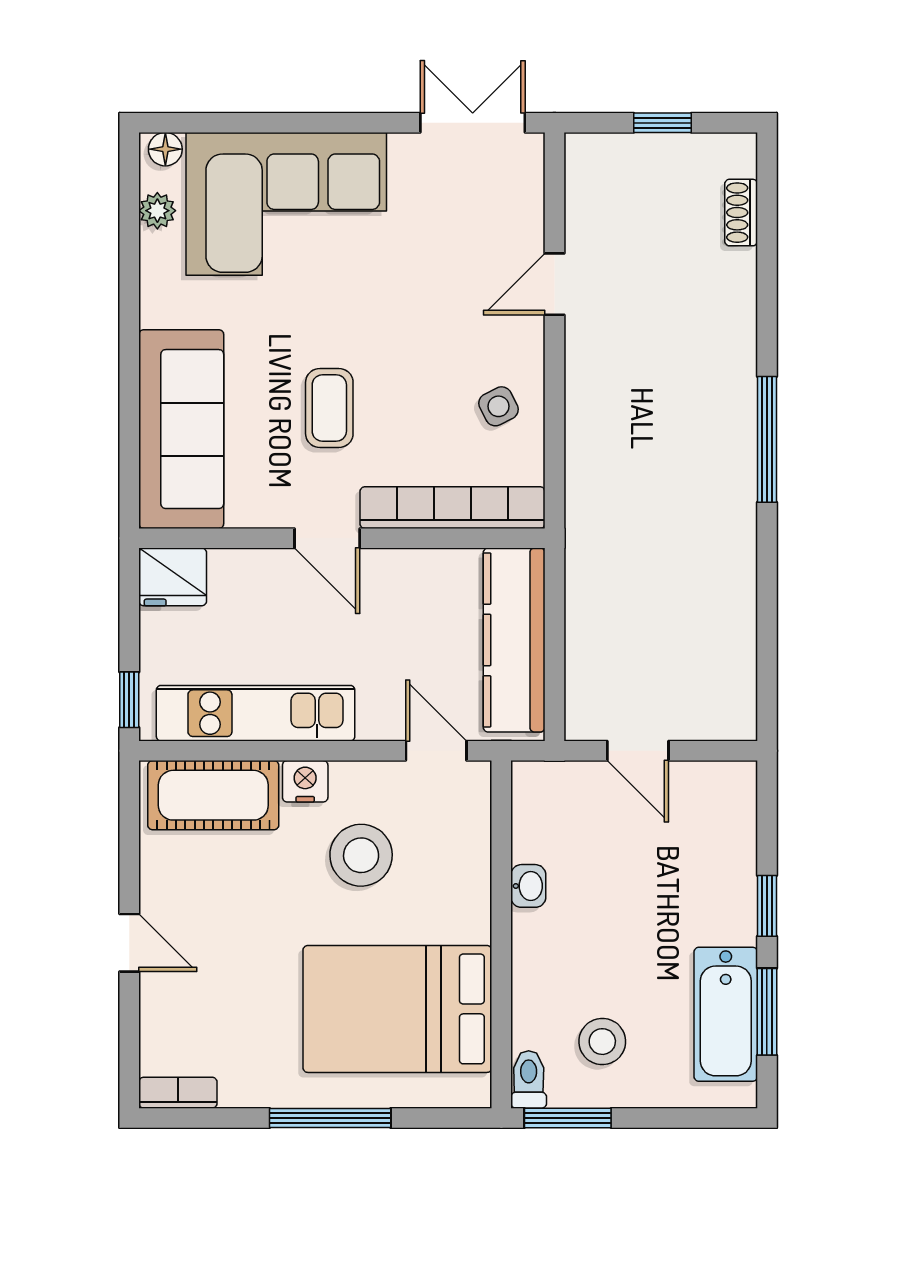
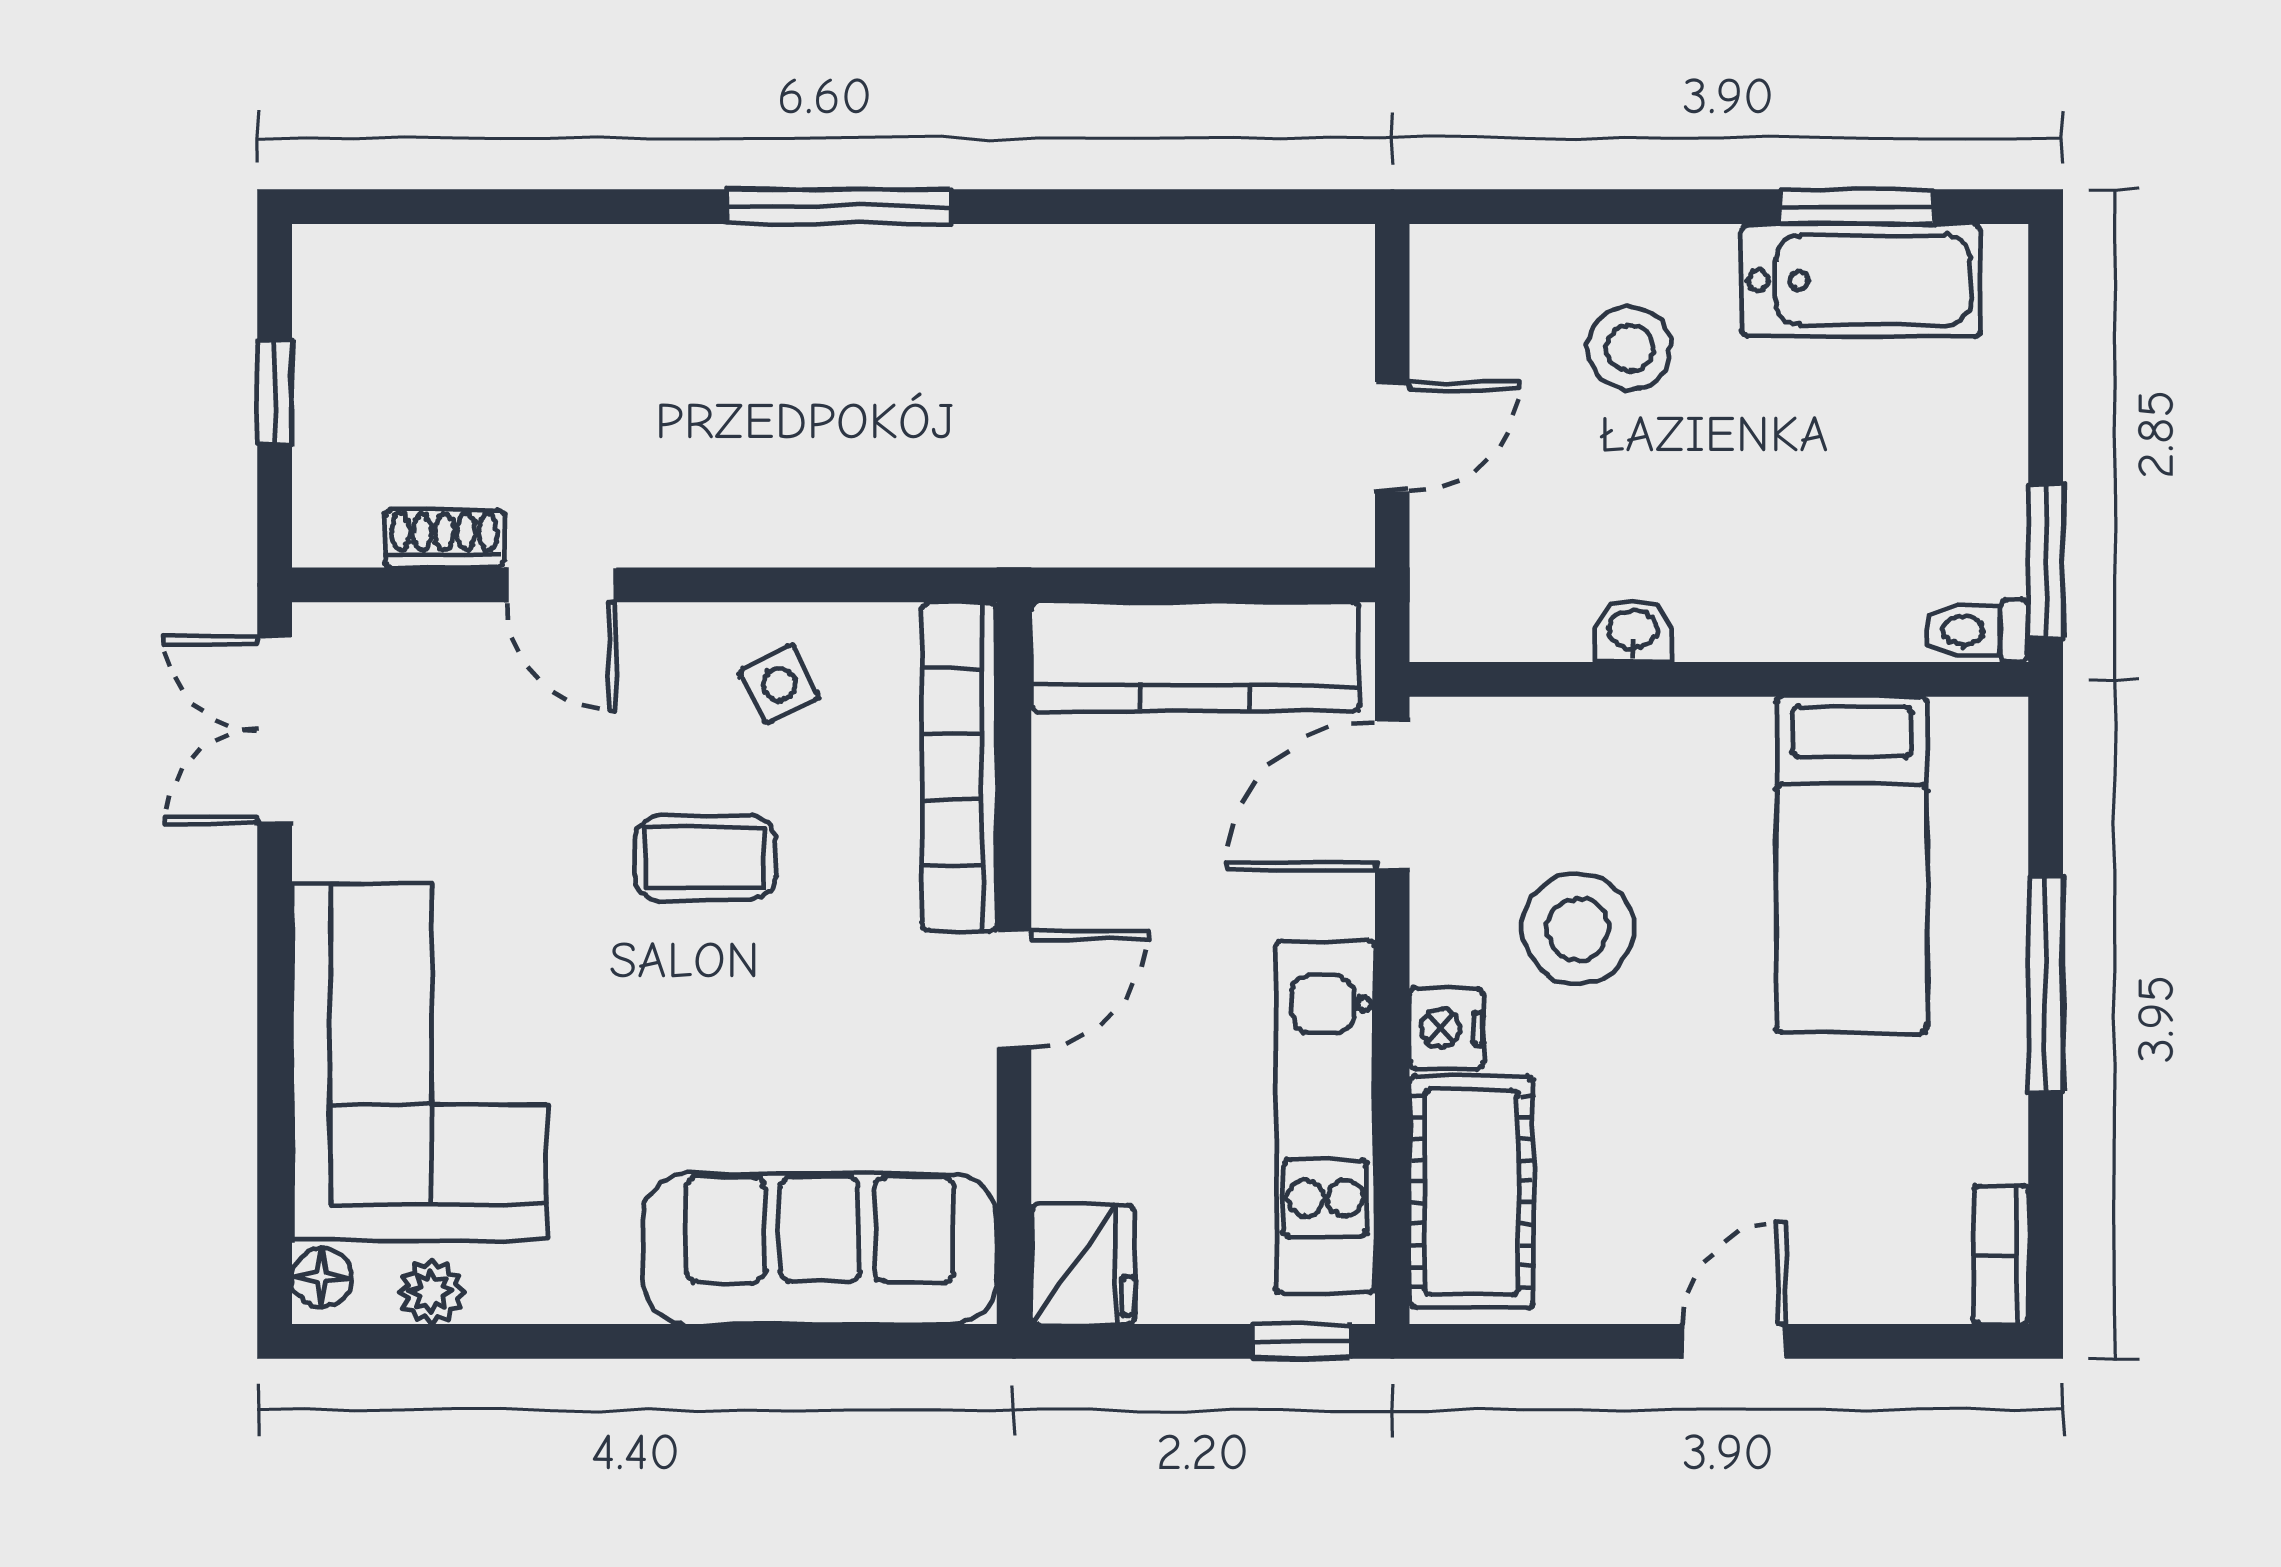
shoe rack: (741, 213) -> (444, 539), moved, turned 180
coffee table: (329, 408) -> (705, 858), moved
door: (436, 751) -> (1392, 796), width x1.38
window: (767, 906) -> (1668, 207), removed
bed: (397, 1009) -> (1852, 864), width x0.67
stool: (602, 1042) -> (1630, 348), moved

